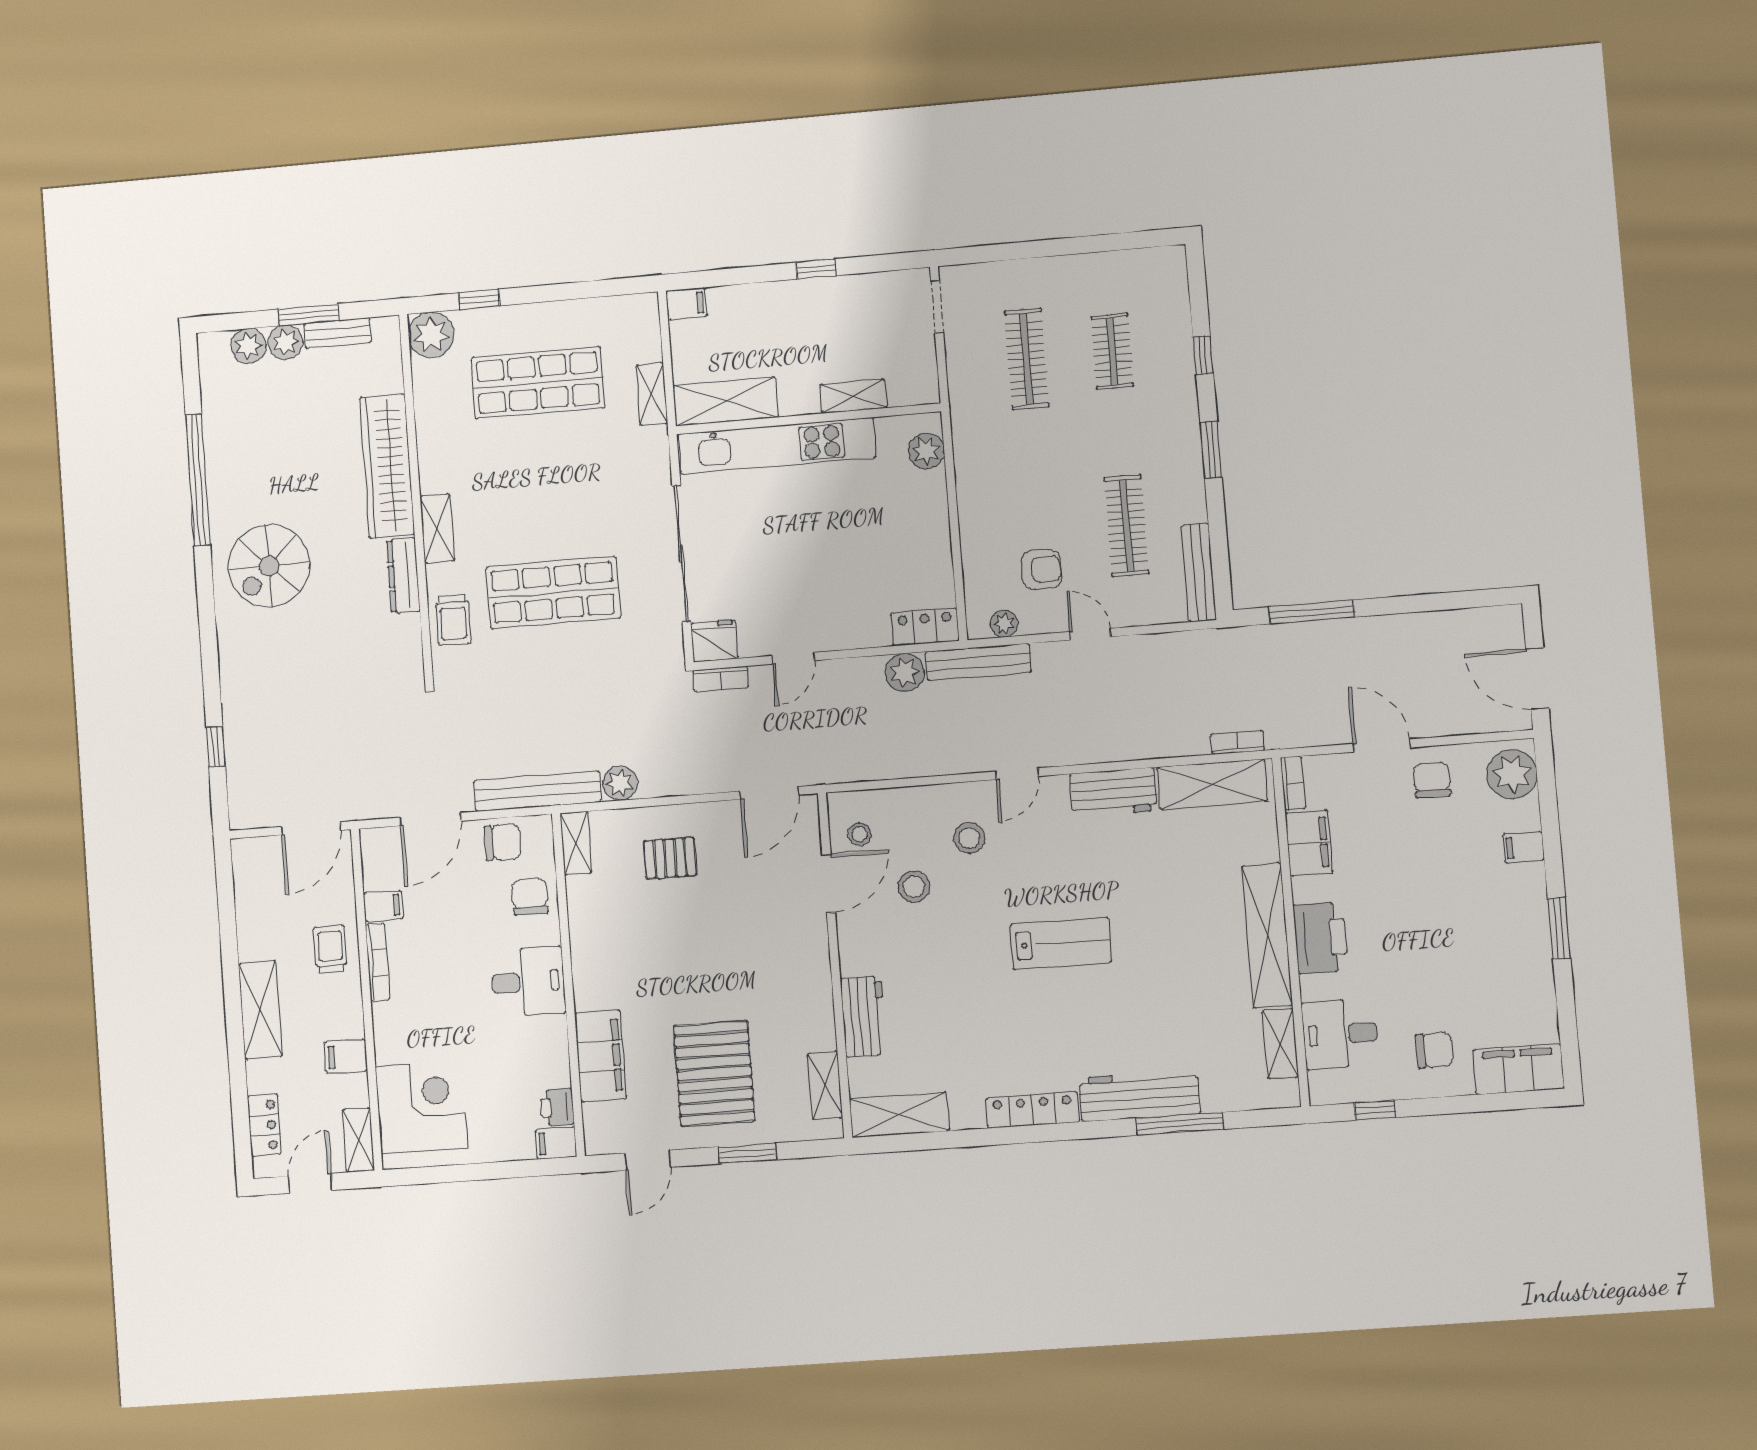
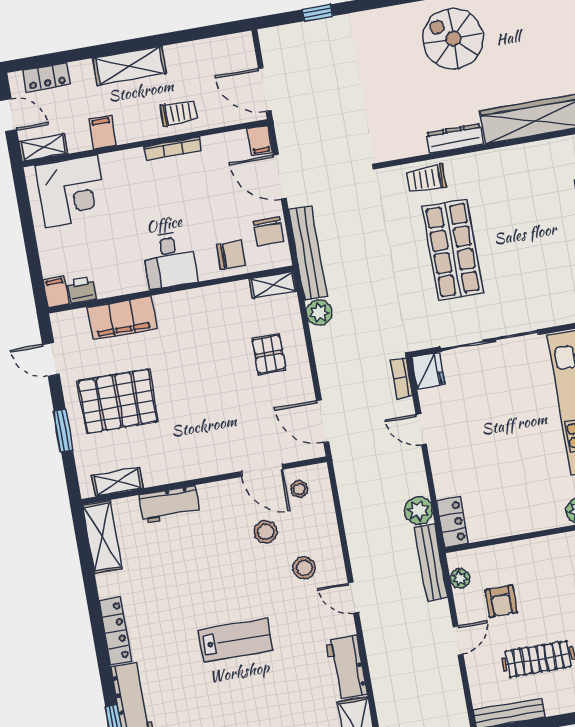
shelving: (437, 528) -> (492, 160), removed
filing cabinet: (383, 906) -> (260, 140), moved
lab bench: (1061, 943) -> (236, 640), turned -90

